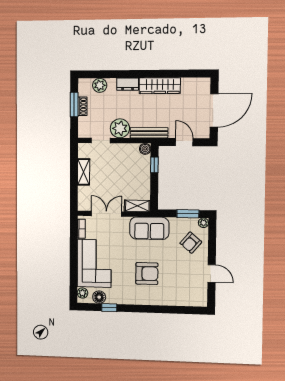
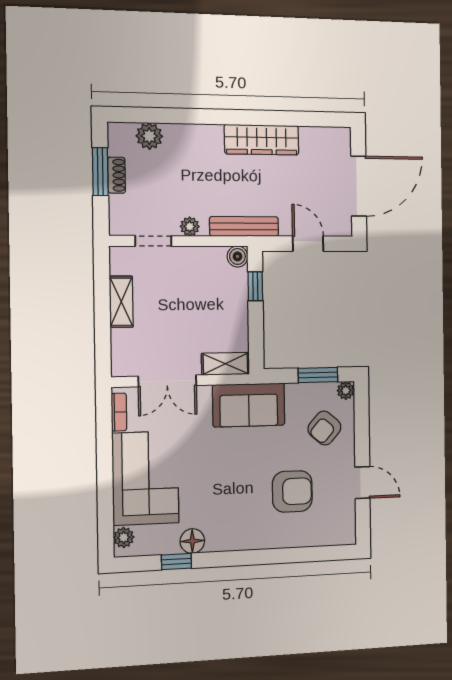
dresser: (128, 84) -> (202, 135), removed
plant: (120, 128) -> (190, 226), width x0.53, depth x0.53
double door: (106, 214) -> (167, 381), swing flipped
armchair: (147, 274) -> (292, 491), moved
floor lamp: (99, 297) -> (192, 541), moved

